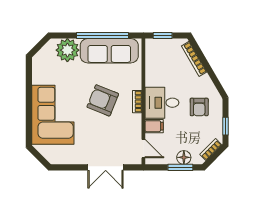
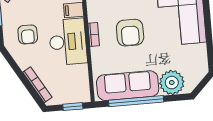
armchair: (103, 100) -> (130, 33), turned 68
desk: (162, 103) -> (68, 42), width x1.37
armchair: (199, 107) -> (28, 34), turned 180

